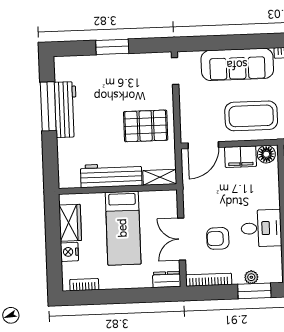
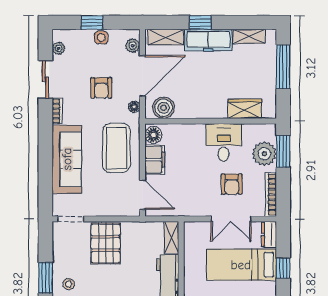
stool: (106, 71) -> (69, 284), added
pallet: (146, 126) -> (106, 243), moved
bed: (123, 228) -> (241, 265), moved, turned 180
plant: (251, 277) -> (264, 154), width x1.87, depth x1.87
window: (132, 296) -> (283, 268), added

